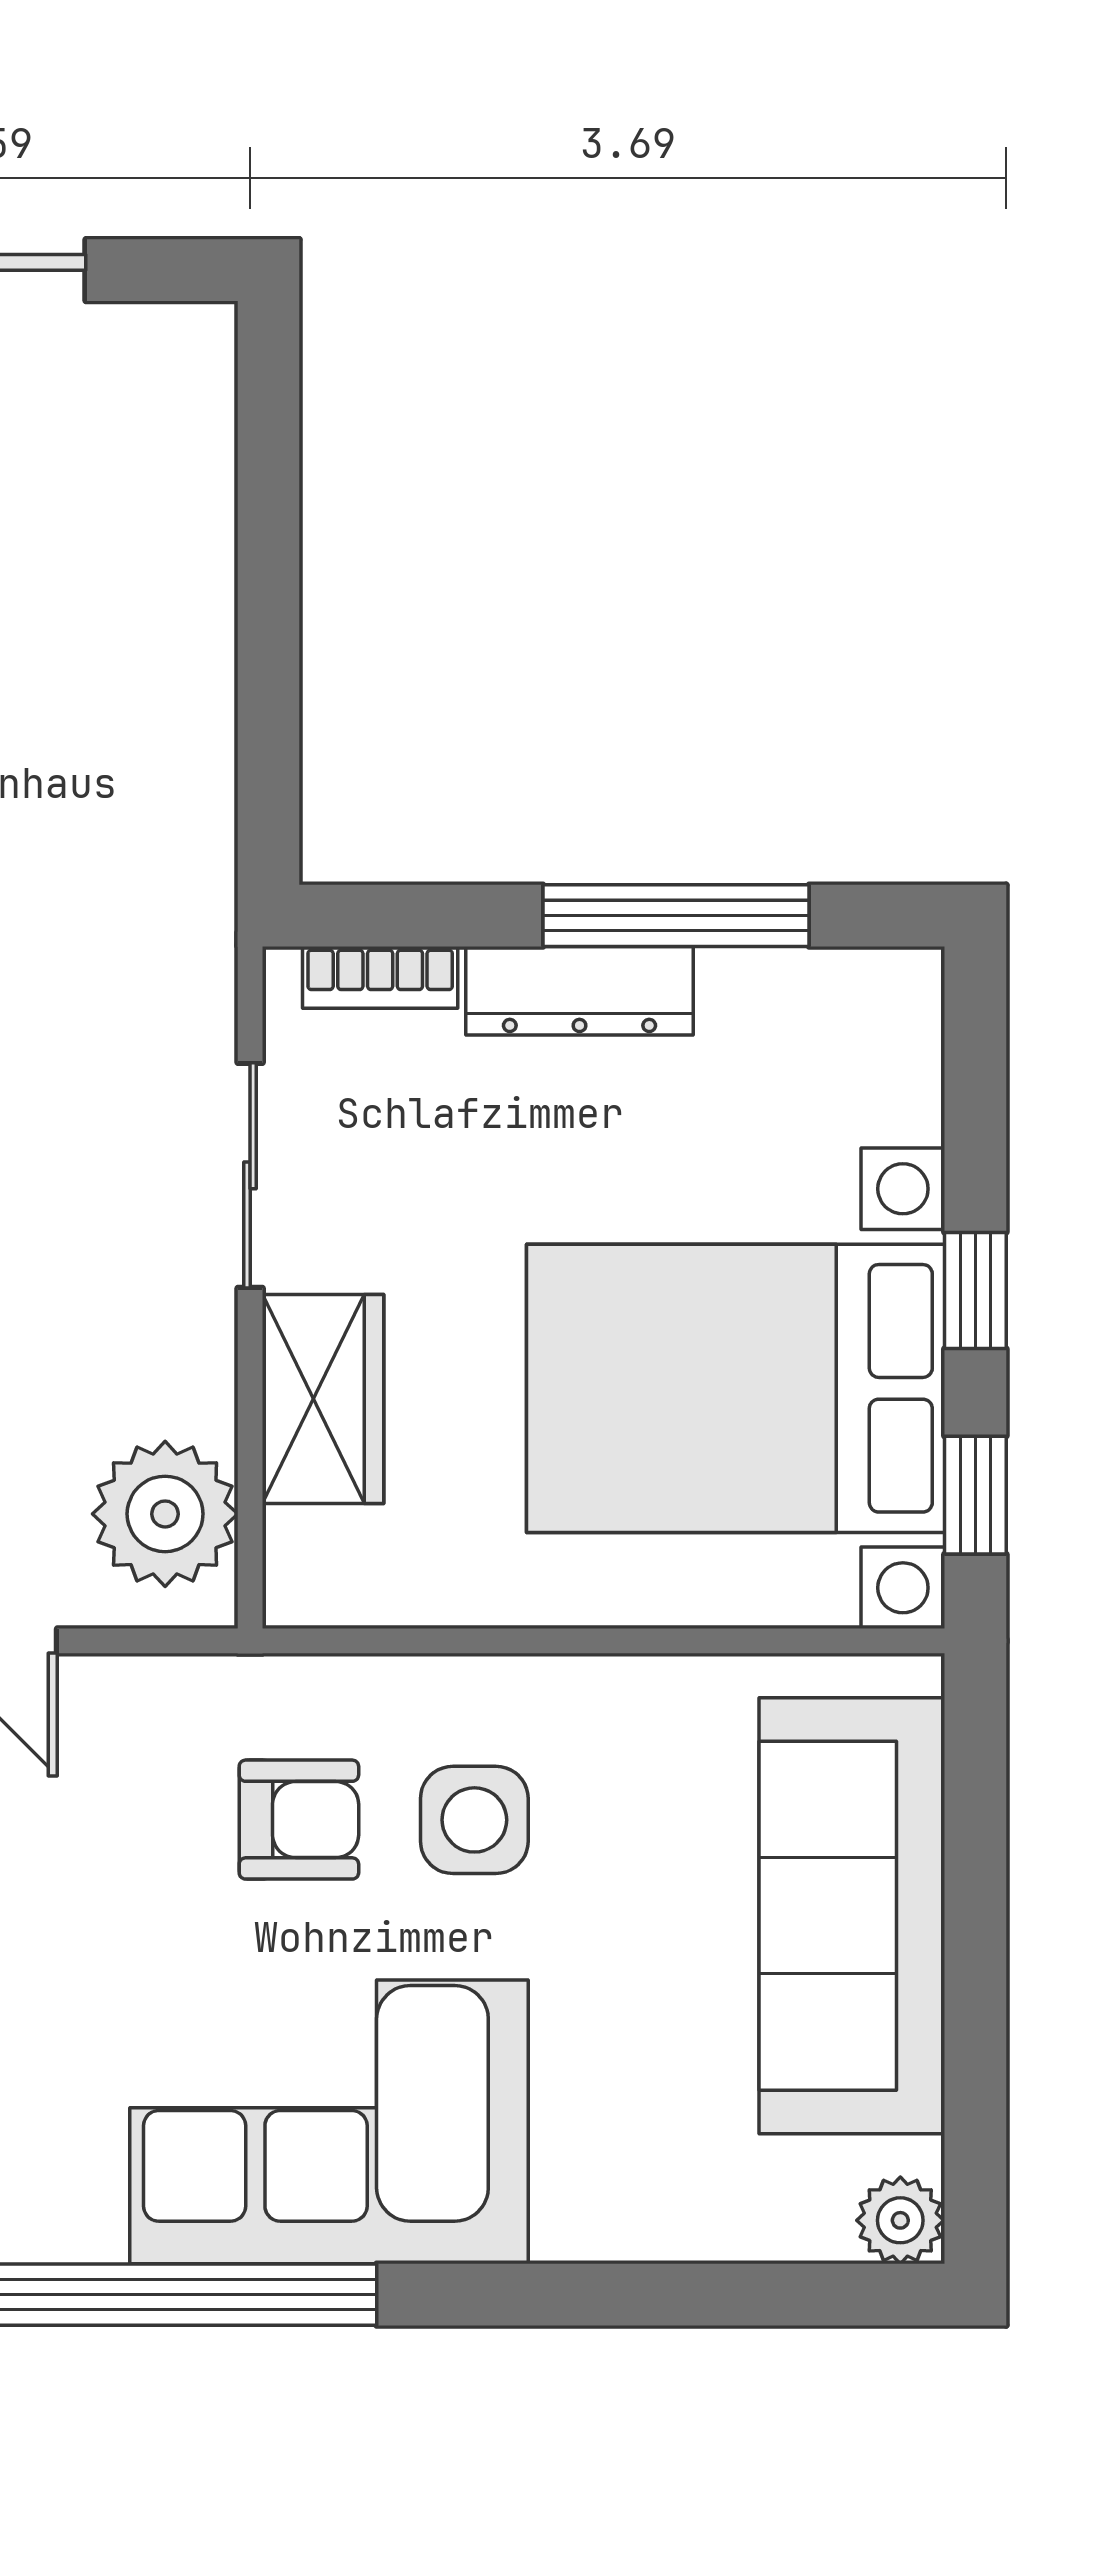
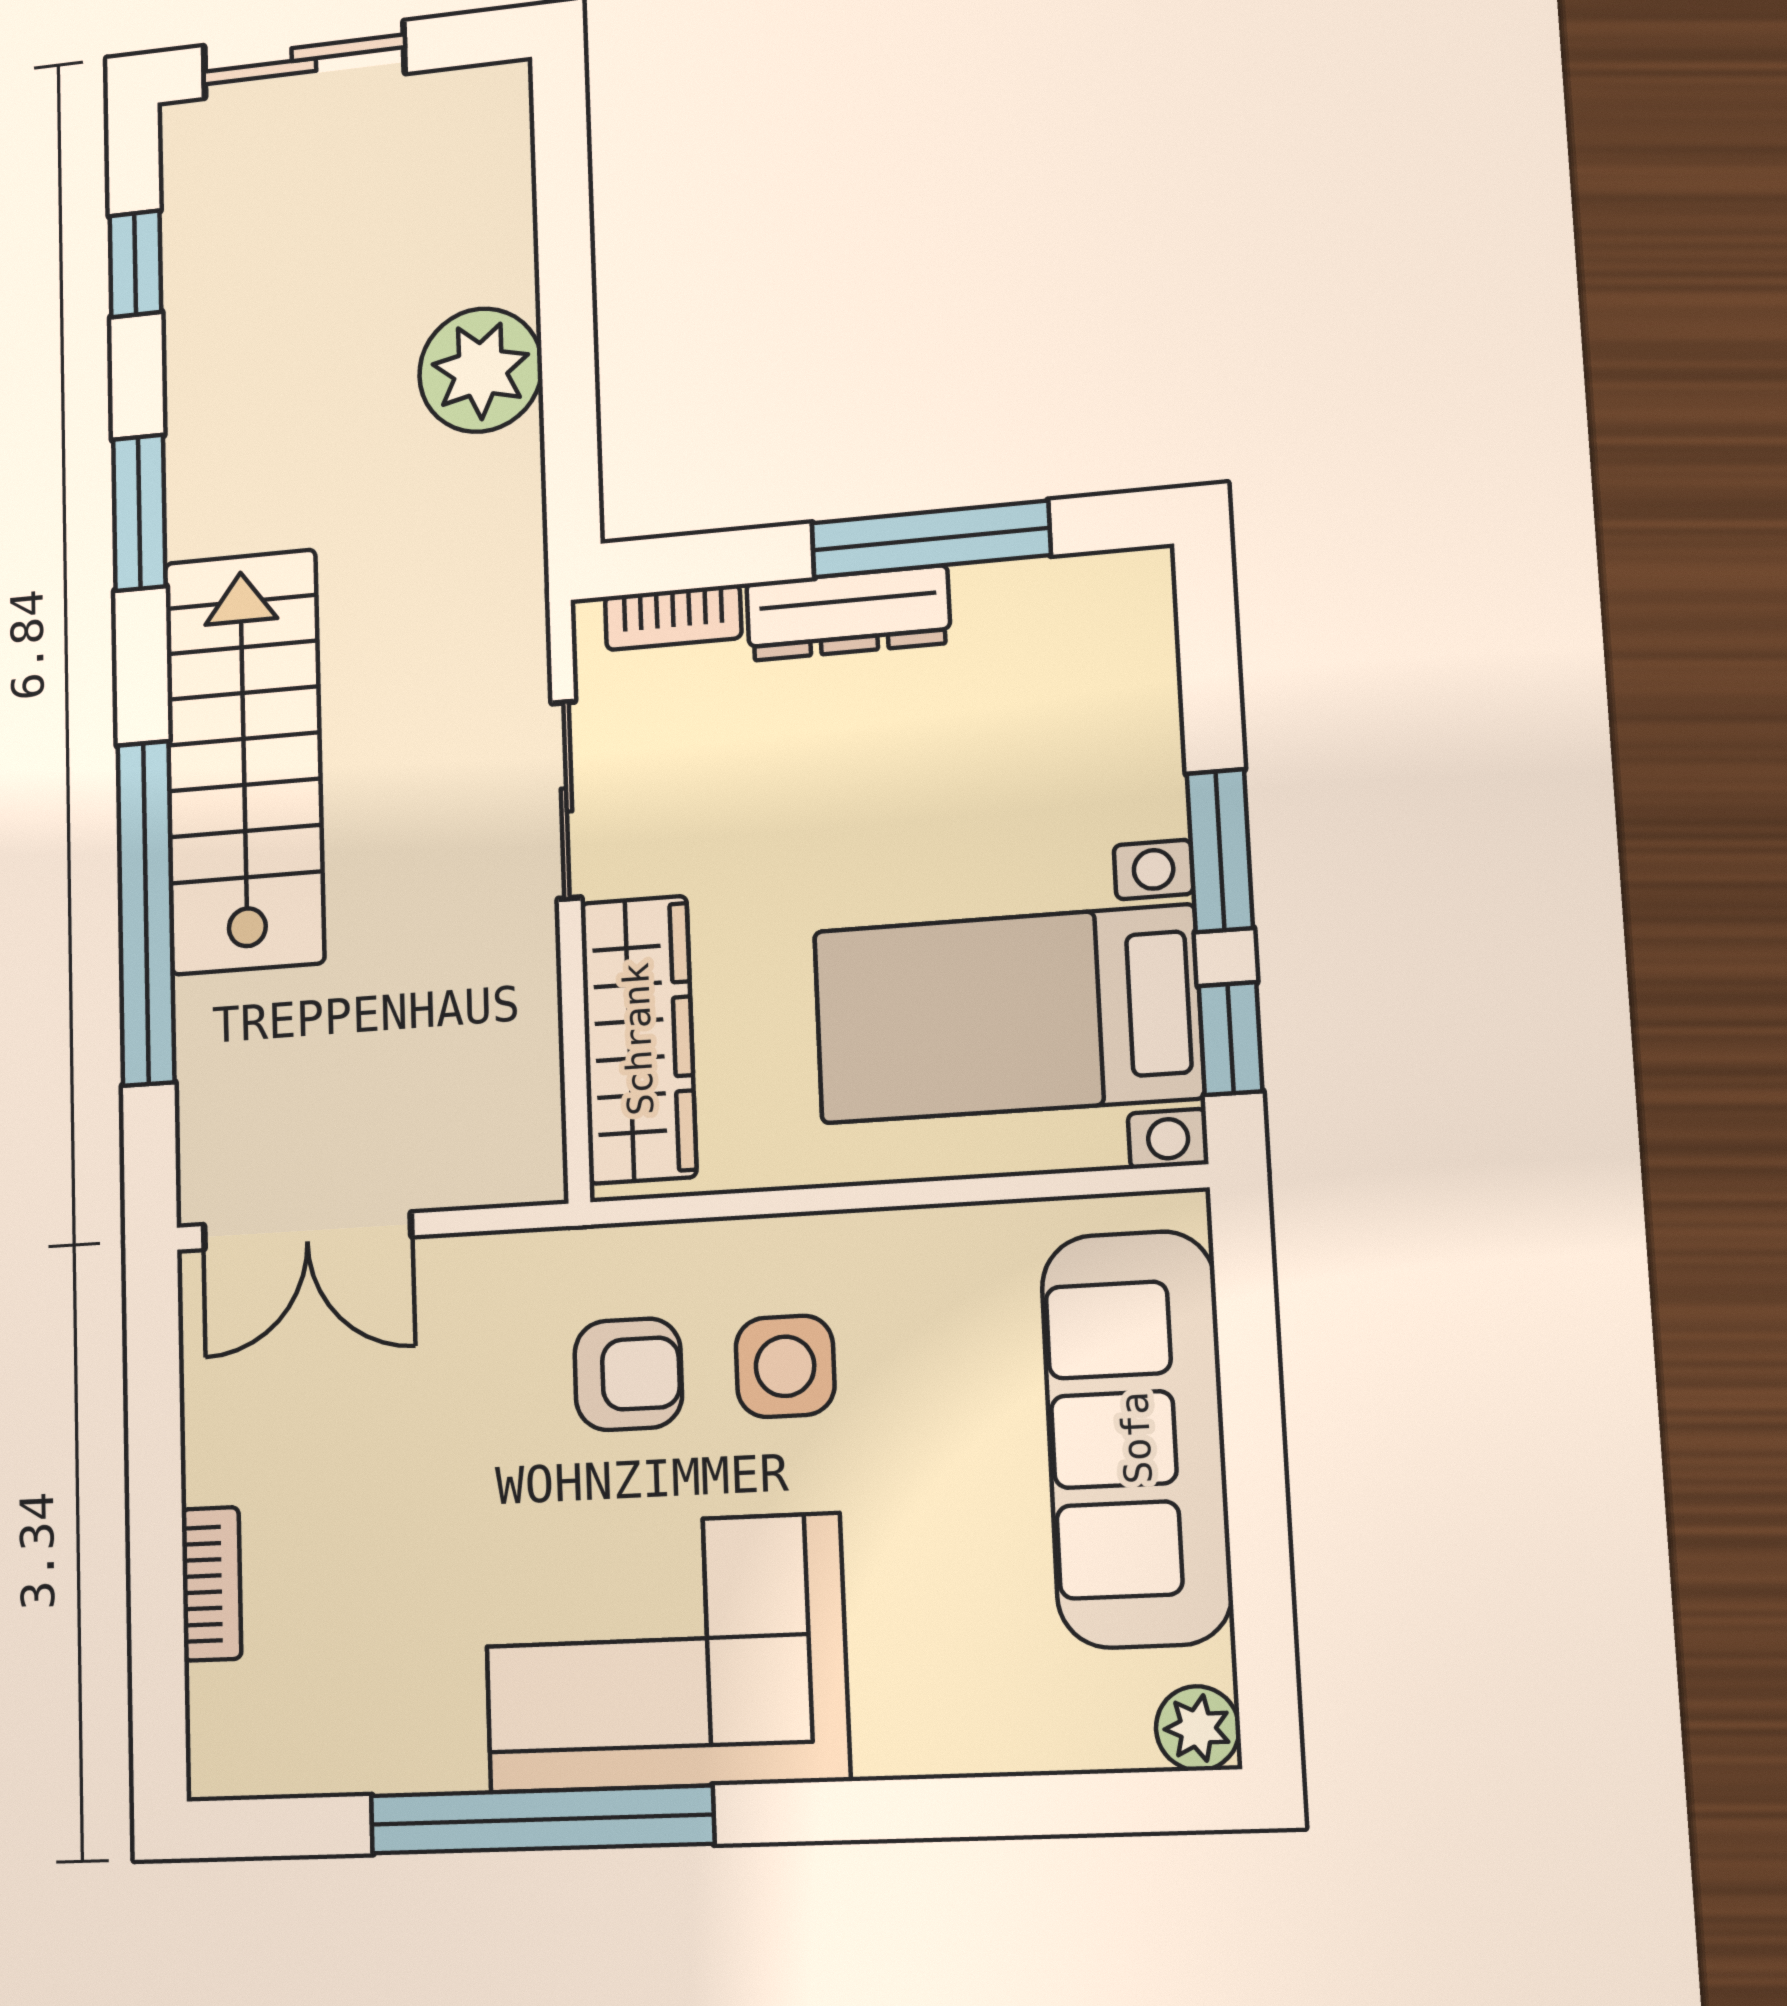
window: (975, 1290) -> (1220, 851), width x1.50
bed with nightstands: (736, 1388) -> (1007, 1014), width x0.73
wardrobe: (323, 1399) -> (638, 1039), width x1.50
plant: (165, 1514) -> (481, 370), moved

